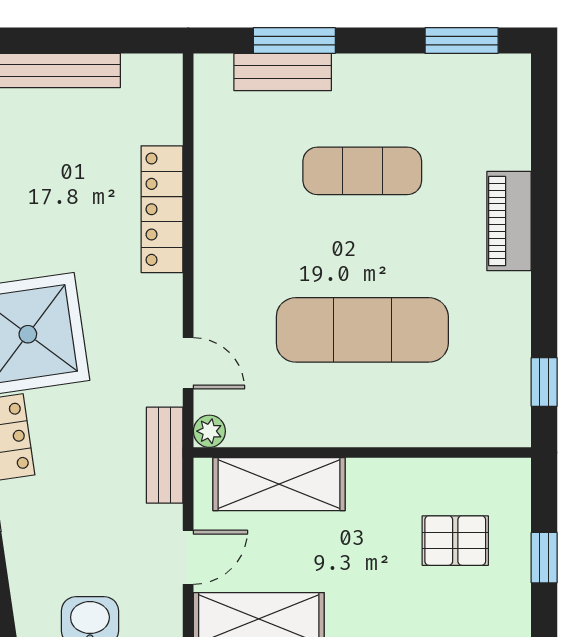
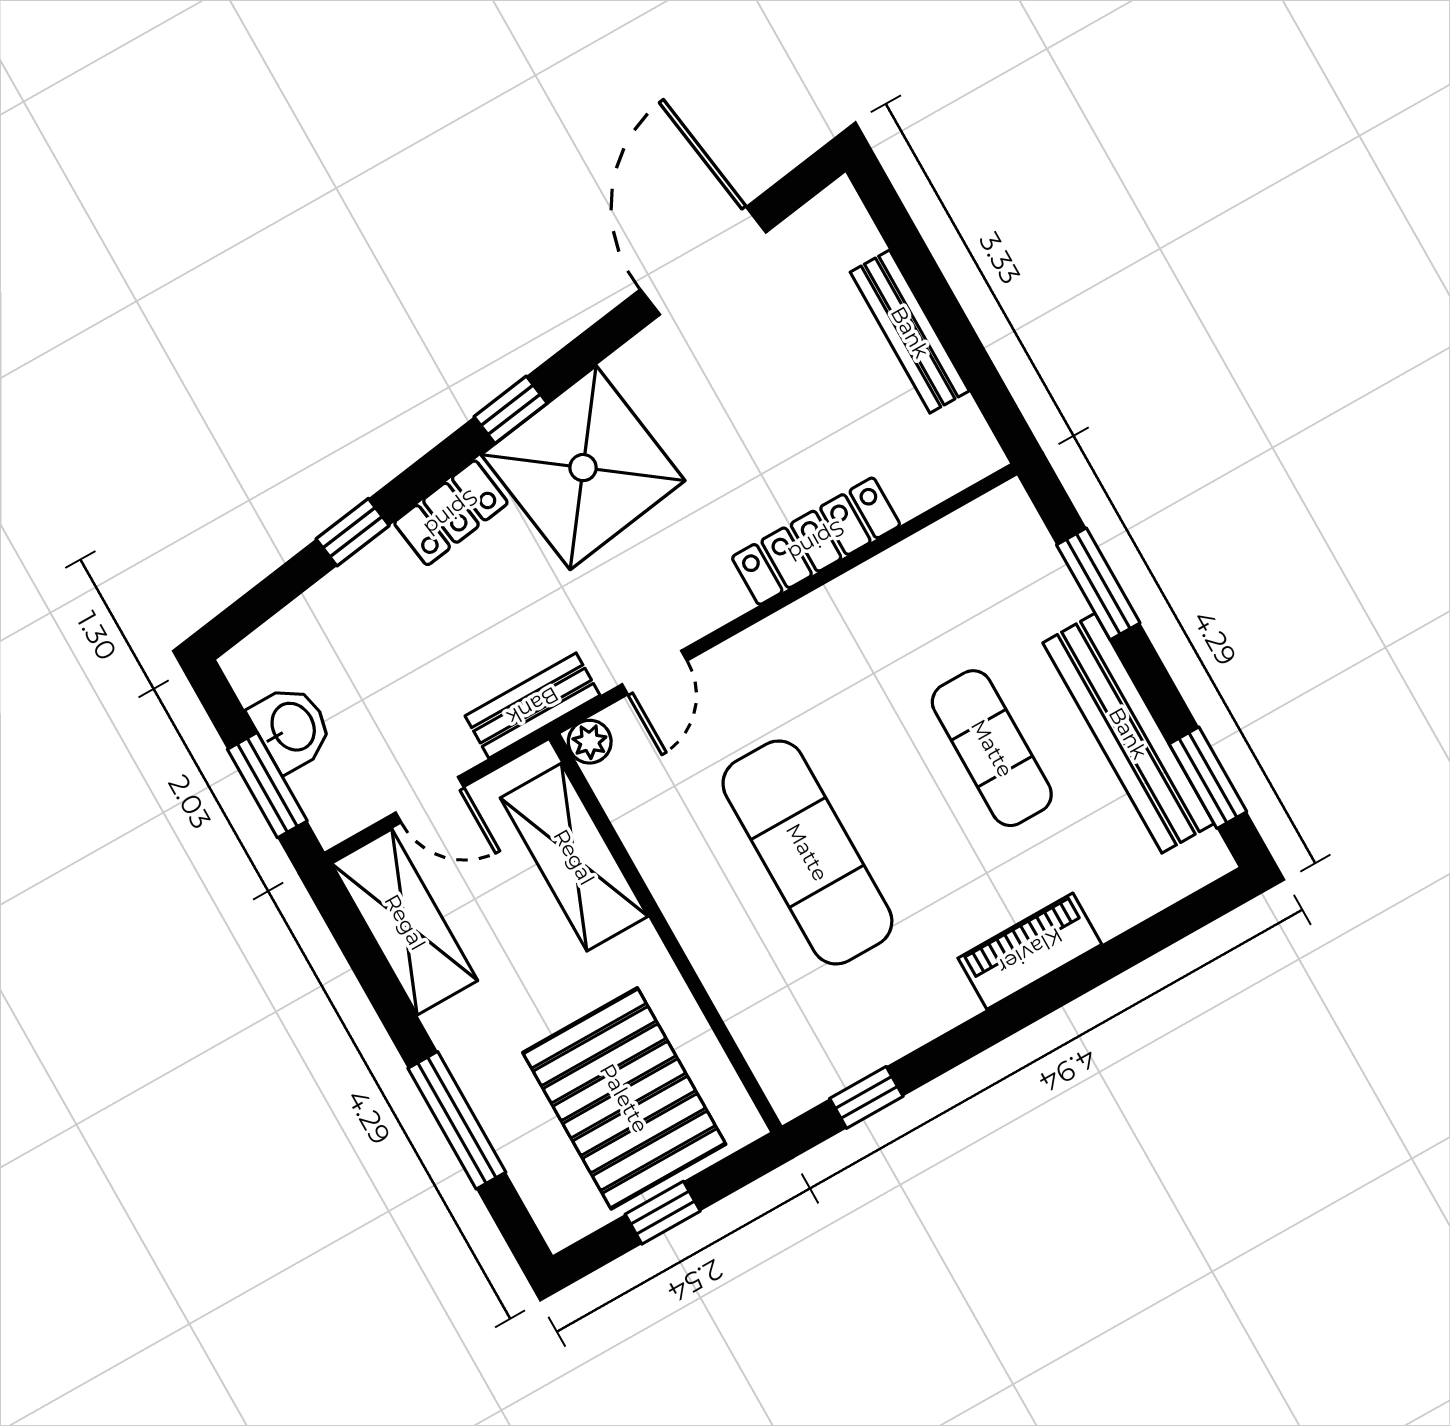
bench: (283, 72) -> (1128, 733), moved, width x1.86, depth x1.21
pallet: (455, 541) -> (624, 1098), width x2.05, depth x2.00

